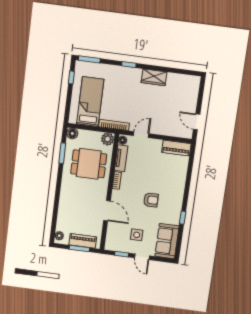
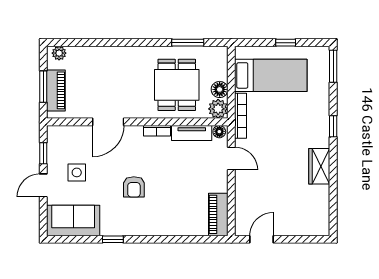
window: (71, 77) -> (286, 43), moved
floor lamp: (72, 133) -> (220, 89), moved

